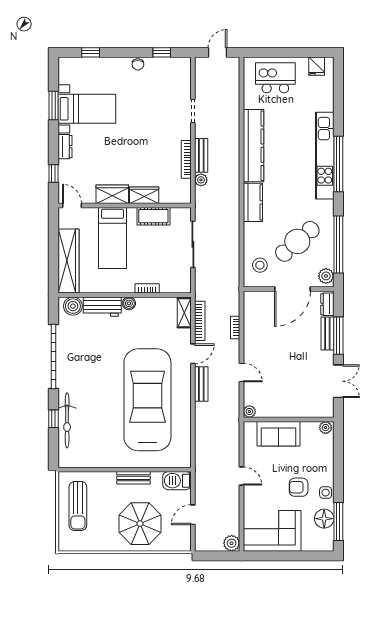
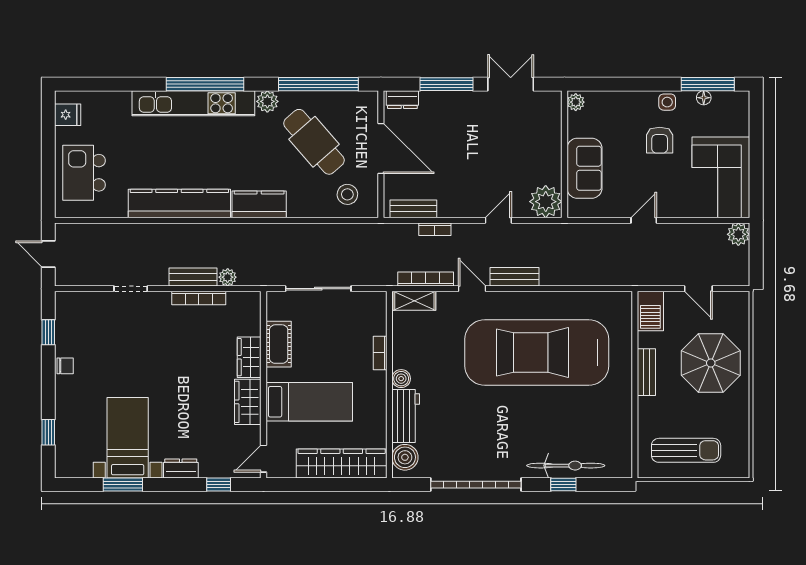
plant: (326, 276) -> (267, 101), moved
bench: (327, 333) -> (413, 209), moved
plant: (249, 412) -> (546, 202), width x1.88, depth x1.88
floor lamp: (324, 519) -> (704, 98), width x0.53, depth x0.53

